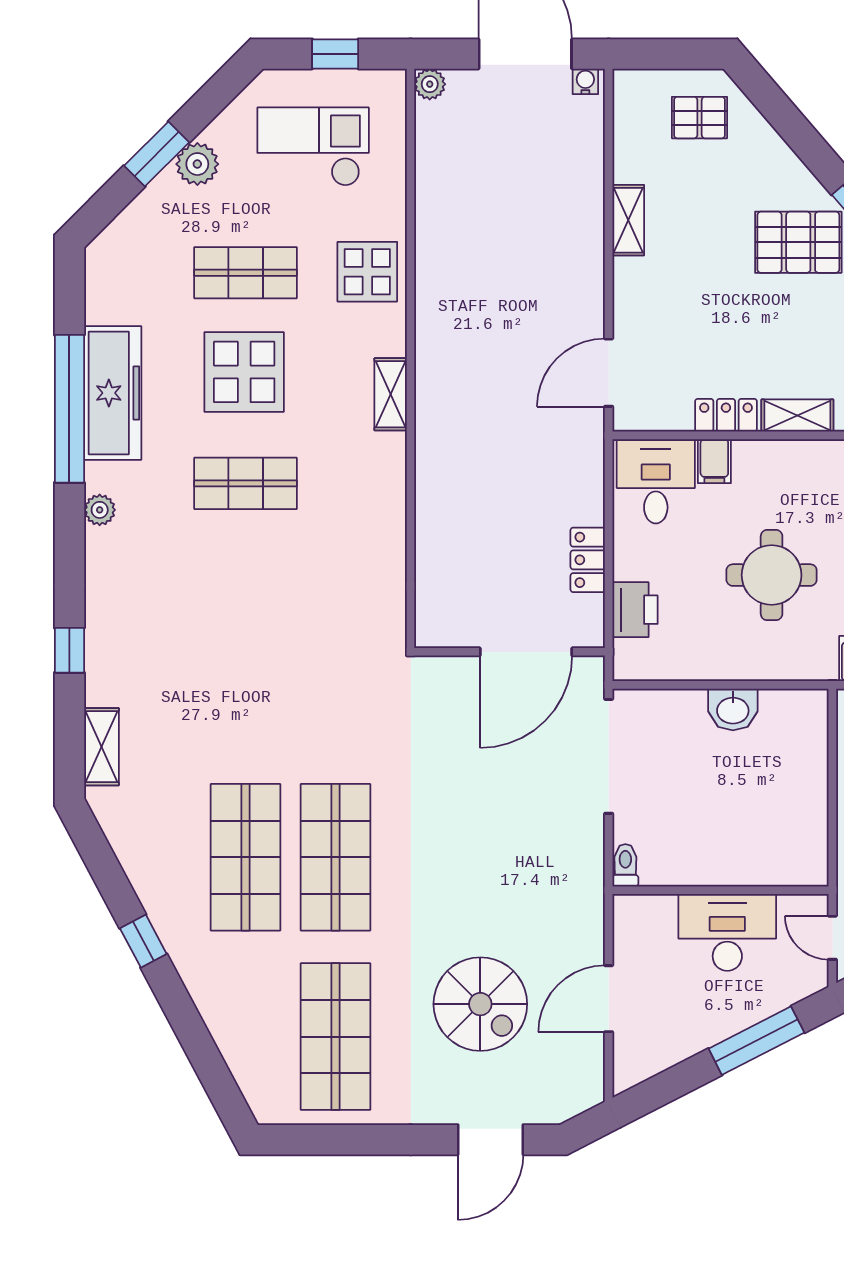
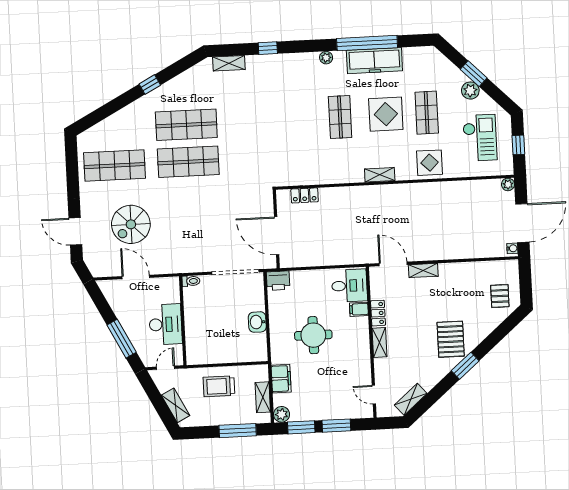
shelving: (628, 220) -> (423, 270), moved
locker: (588, 560) -> (305, 195), moved, turned 180
printer: (635, 610) -> (278, 281), moved

